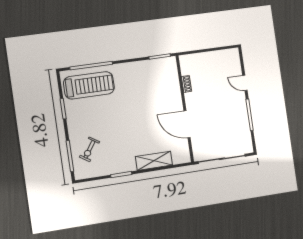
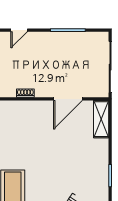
door: (245, 83) -> (19, 30), moved
shelving: (154, 161) -> (101, 119), moved

